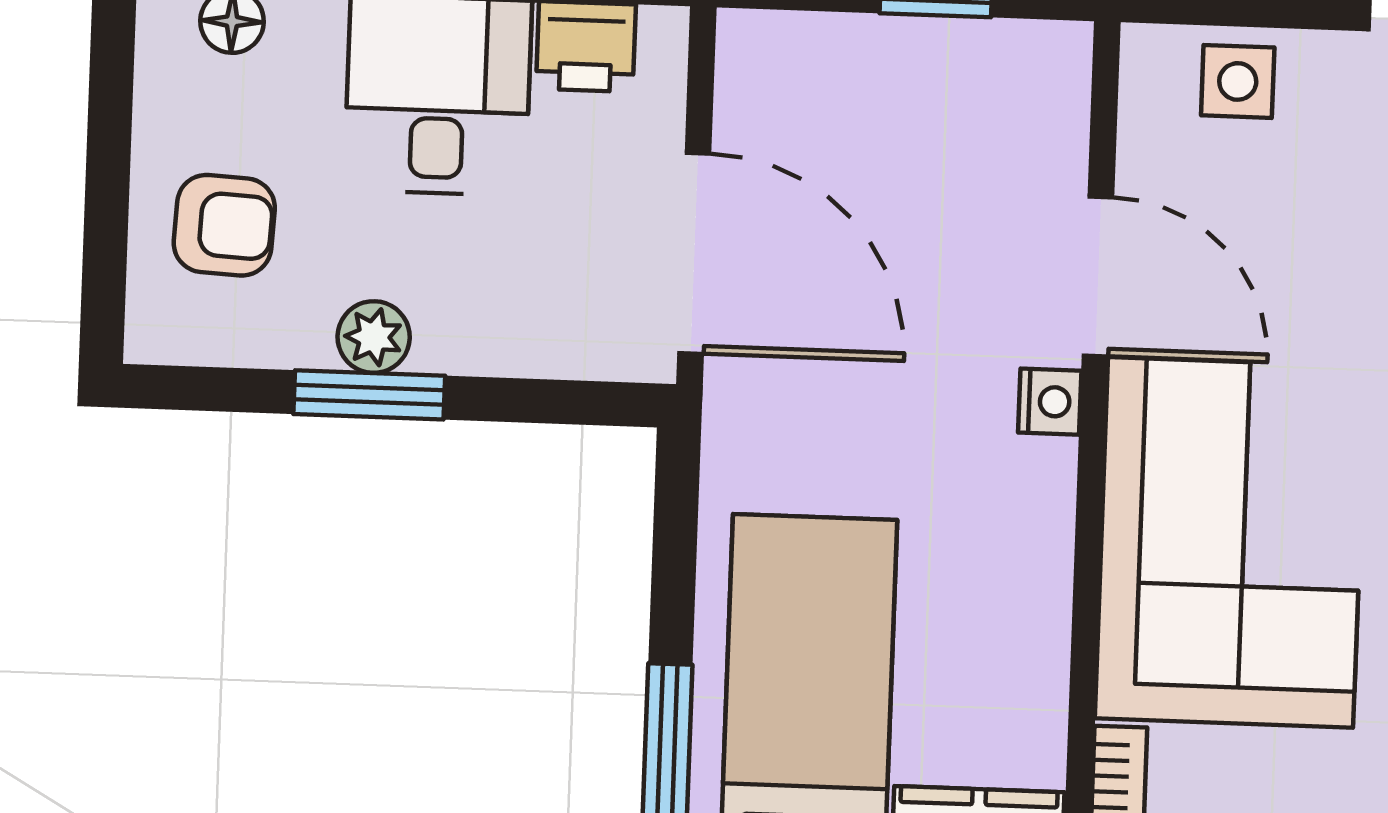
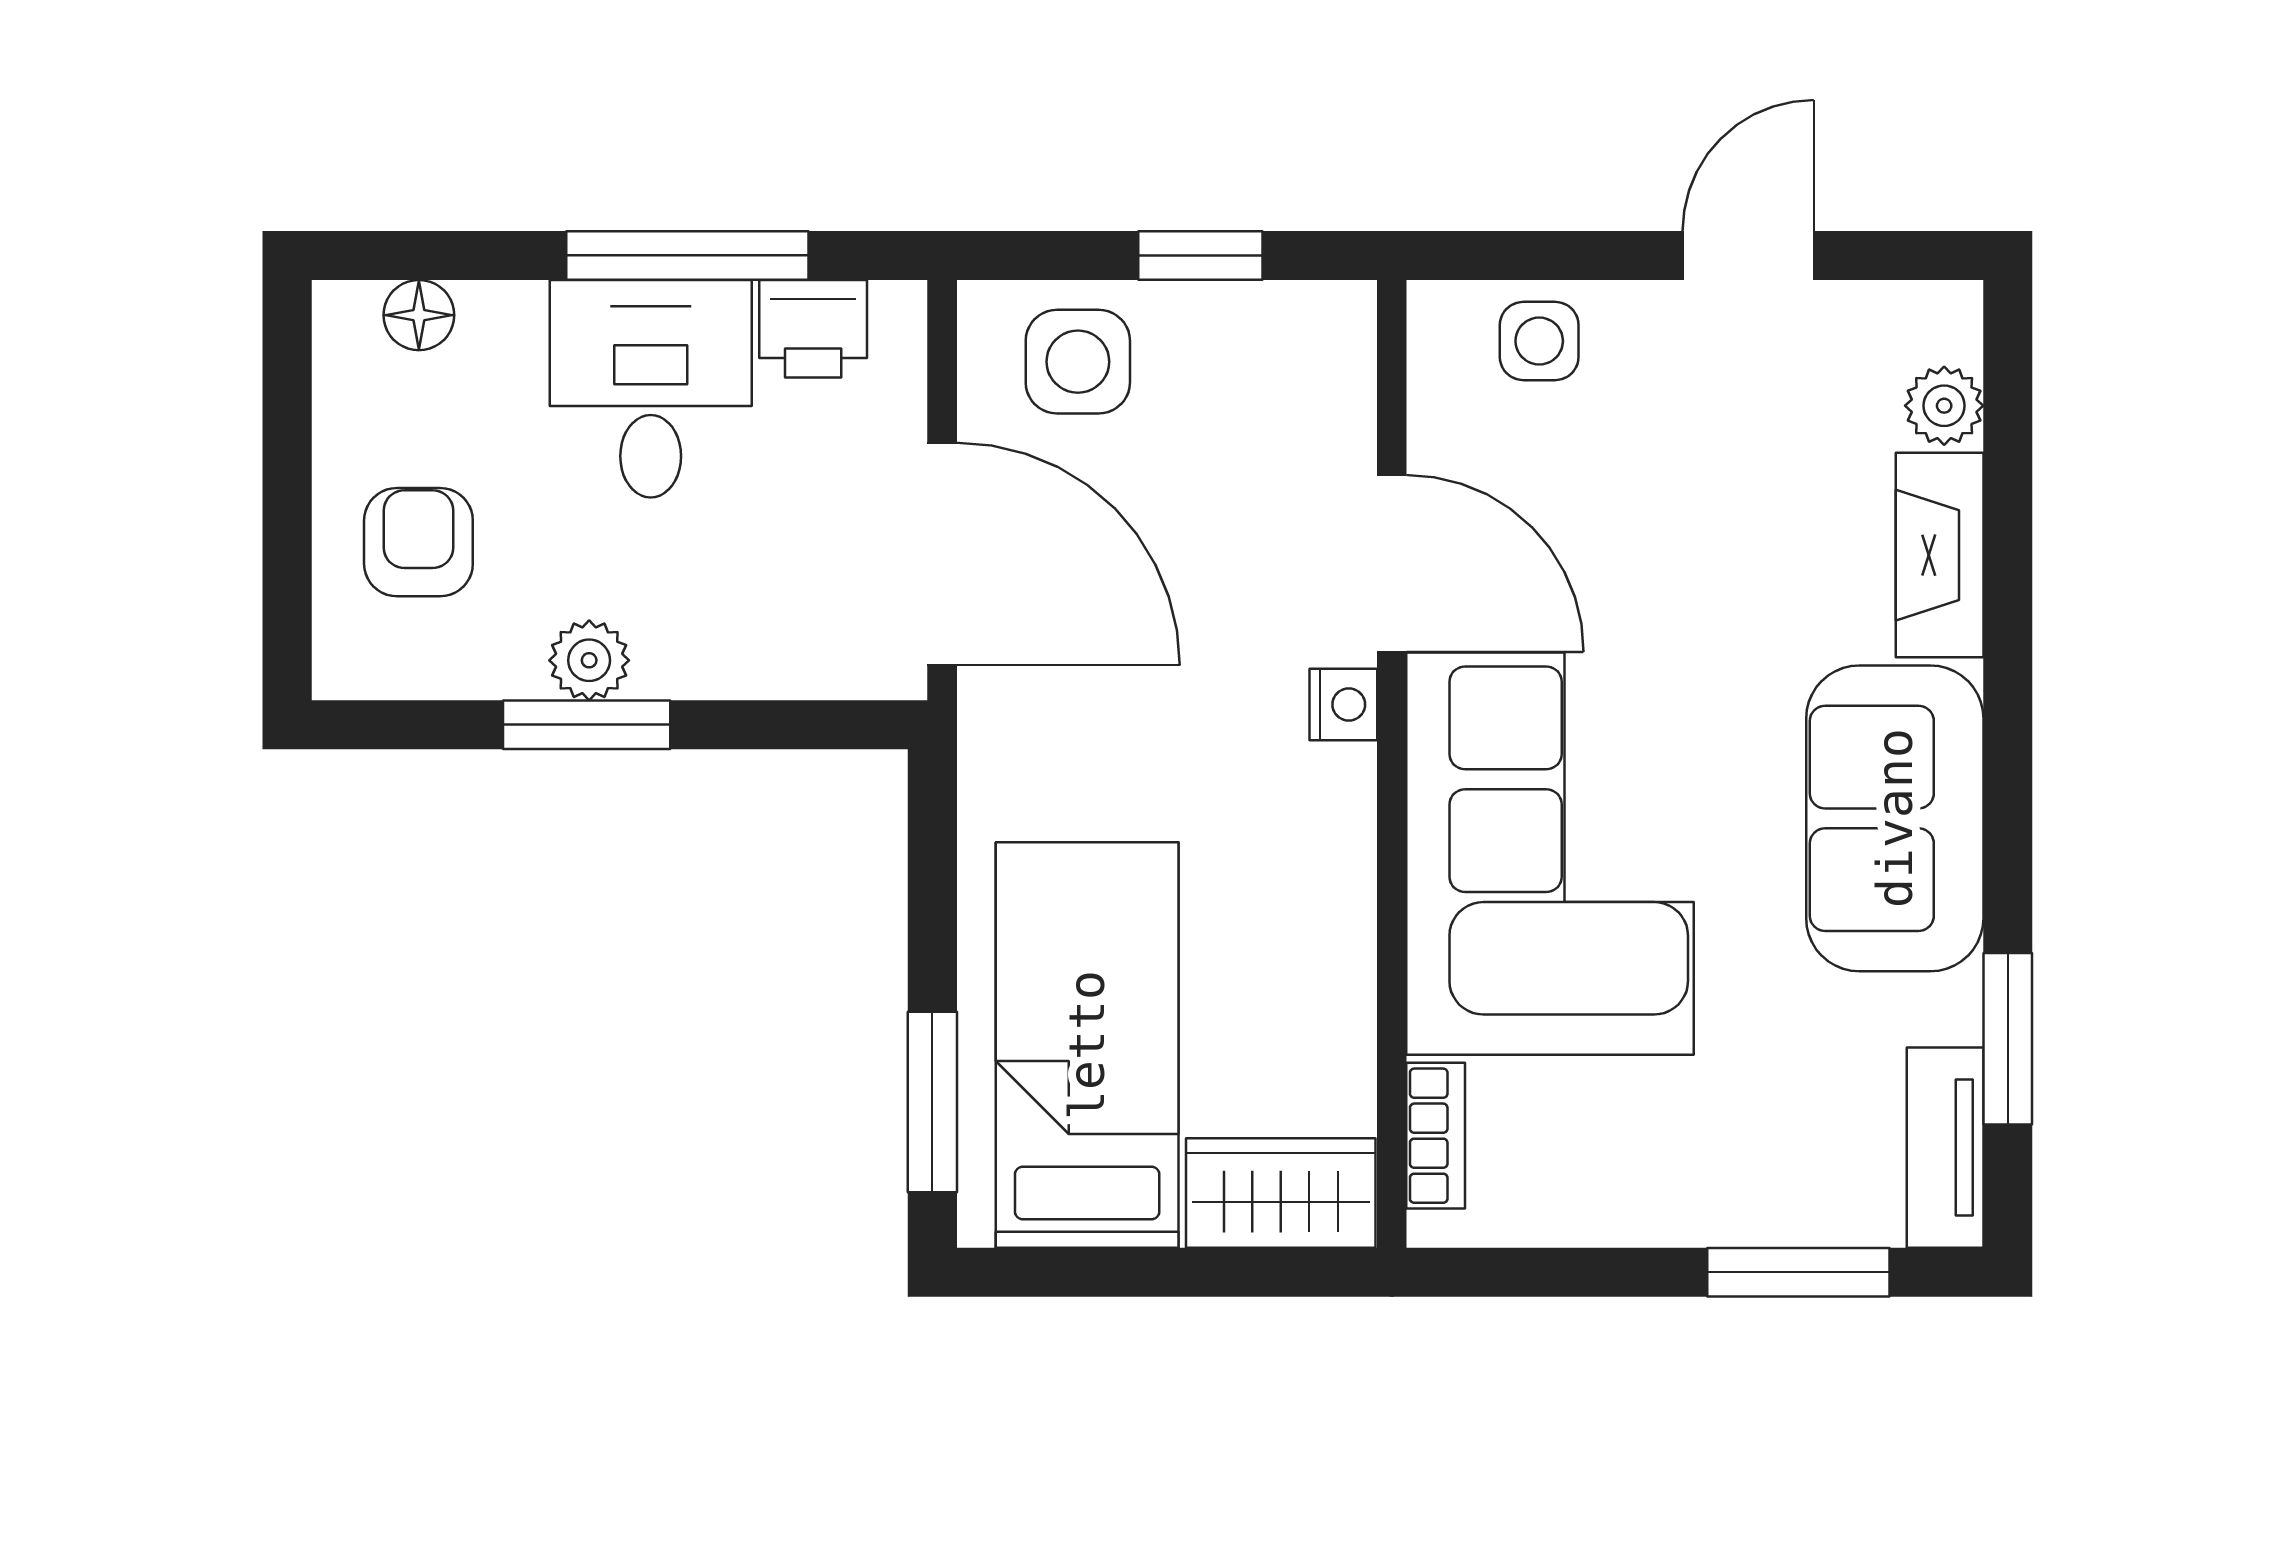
side table: (823, 85) -> (1078, 362), added
armchair: (224, 225) -> (418, 542), turned -93

